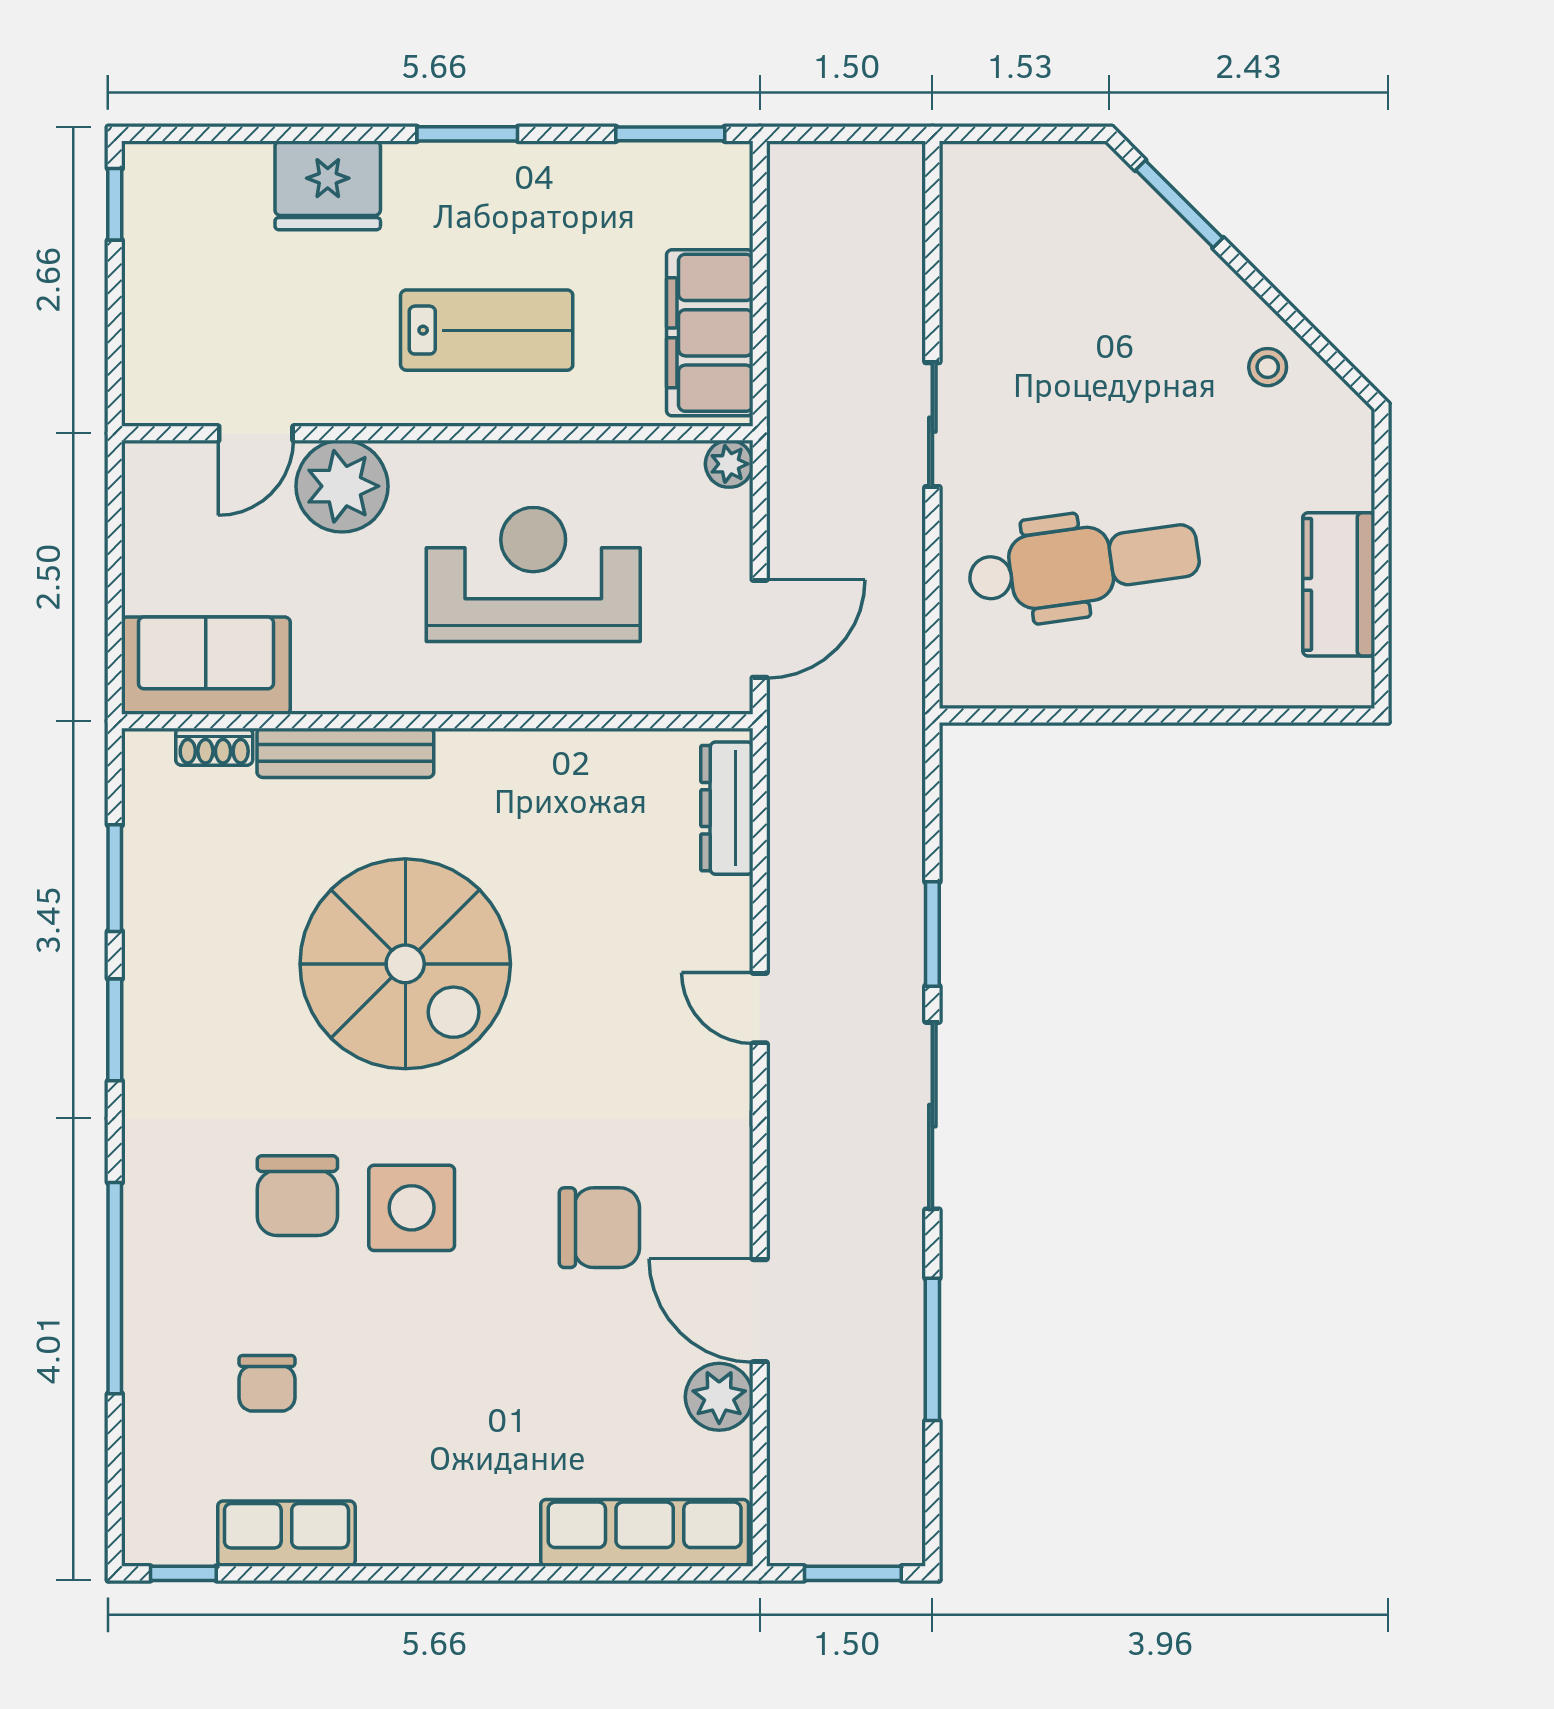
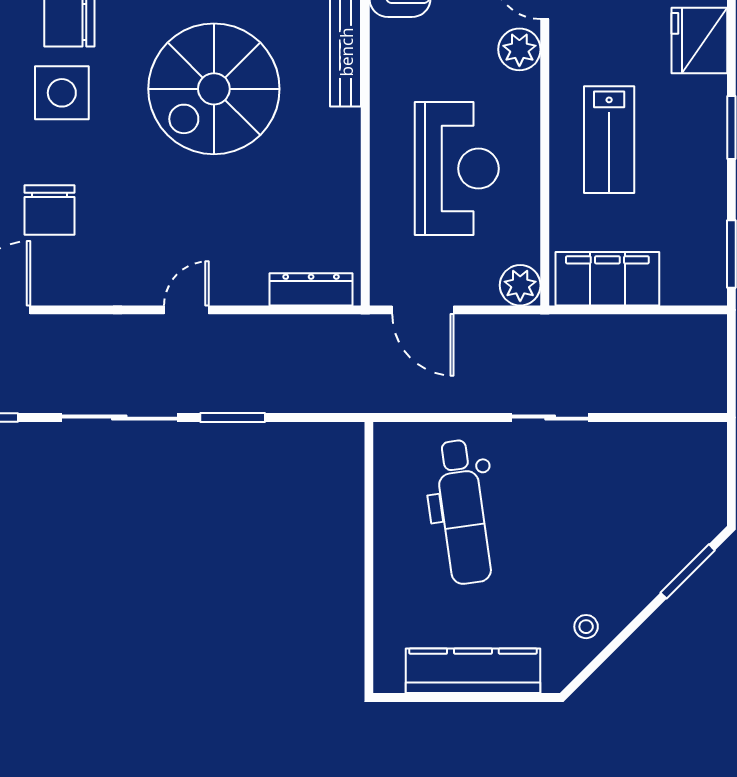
plant: (729, 464) -> (520, 285), width x1.38, depth x1.38
plant: (342, 486) -> (519, 49), width x0.73, depth x0.73
kitchen counter: (1339, 584) -> (473, 671), width x1.50

